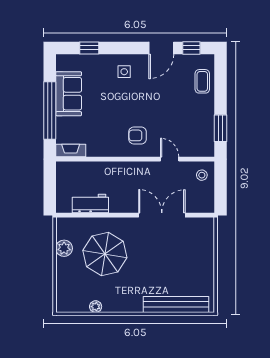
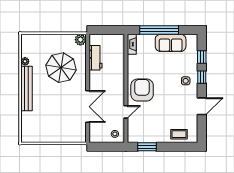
door: (161, 48) -> (202, 106), swing flipped
window: (191, 48) -> (202, 77), moved
armchair: (138, 135) -> (142, 90), width x1.88, depth x1.88
plant: (64, 248) -> (80, 40), moved
bench: (176, 304) -> (27, 89), moved

